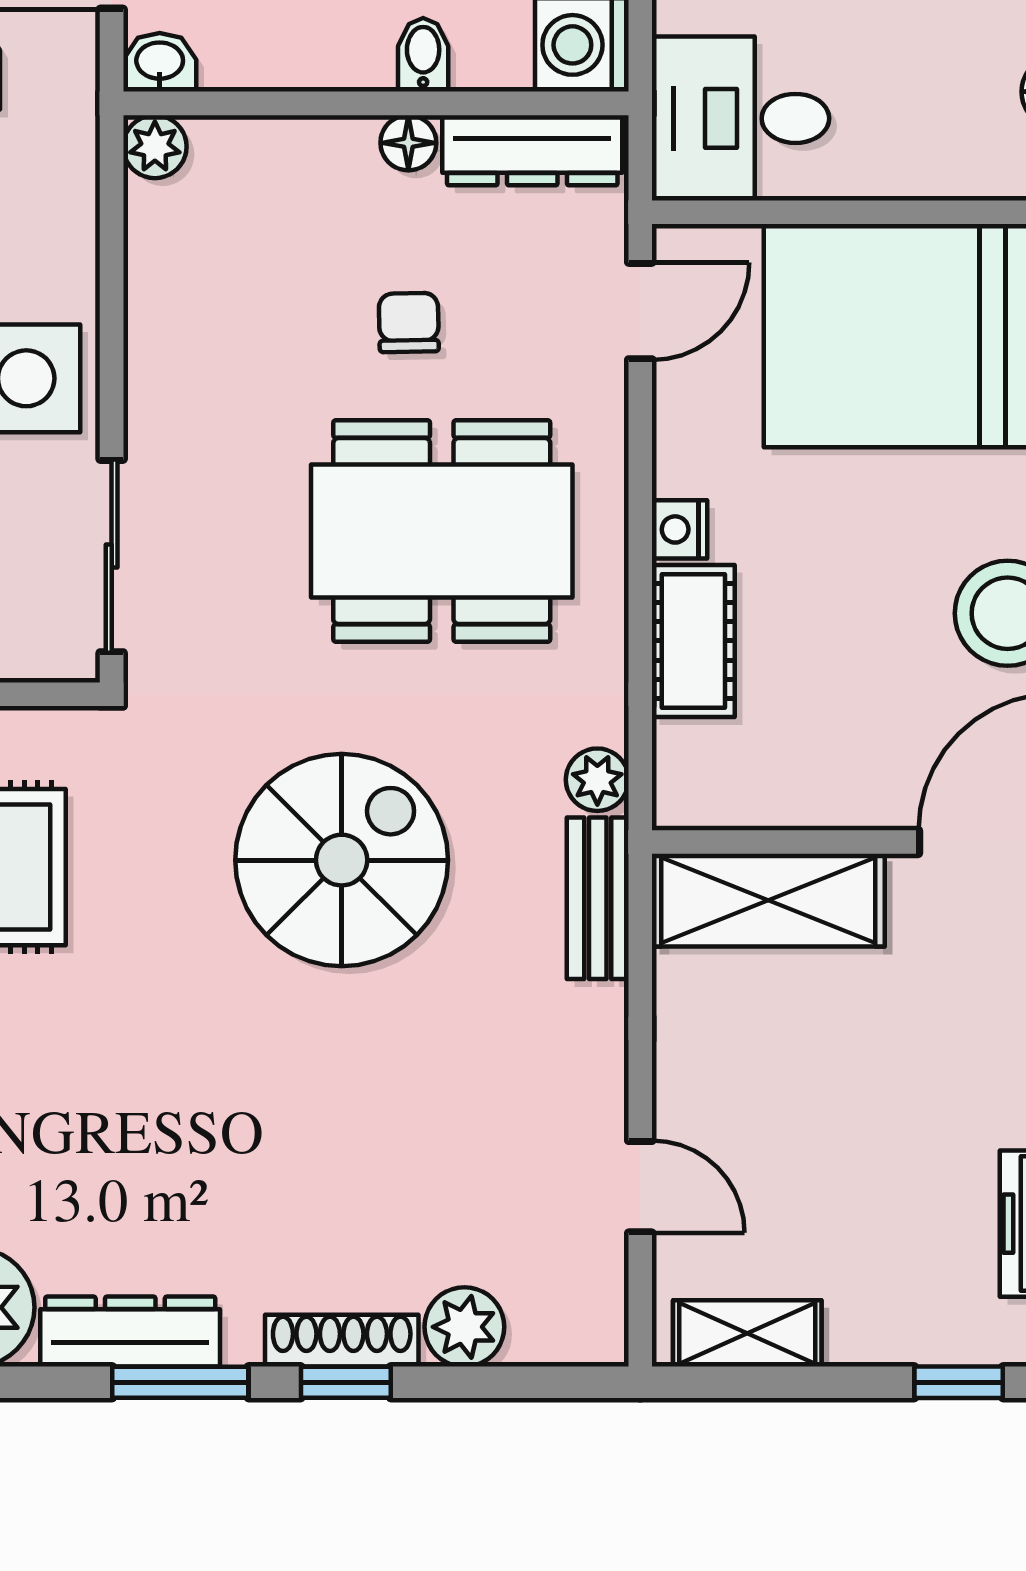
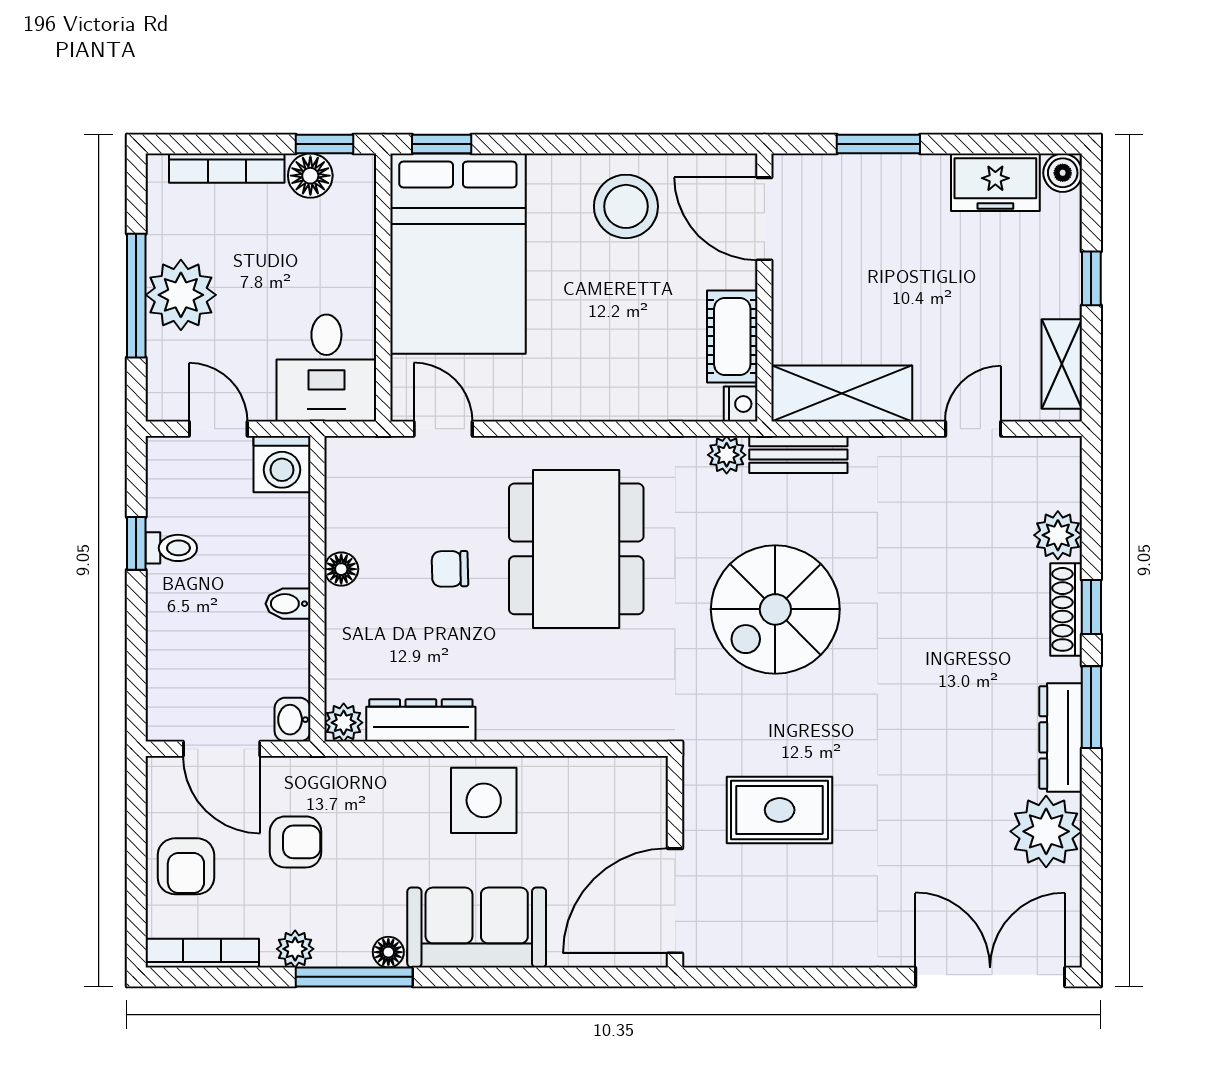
bidet: (423, 55) -> (288, 604), moved
dresser: (532, 150) -> (421, 720), moved, turned -90
nightstand: (680, 529) -> (741, 404), moved, turned -90
sliding door: (112, 556) -> (591, 749), removed
cot: (693, 641) -> (732, 336), moved, turned 90
spiral stairs: (342, 860) -> (775, 609), turned -90
shelving: (768, 900) -> (842, 394), moved, turned 90
window: (959, 1382) -> (1091, 278), moved

